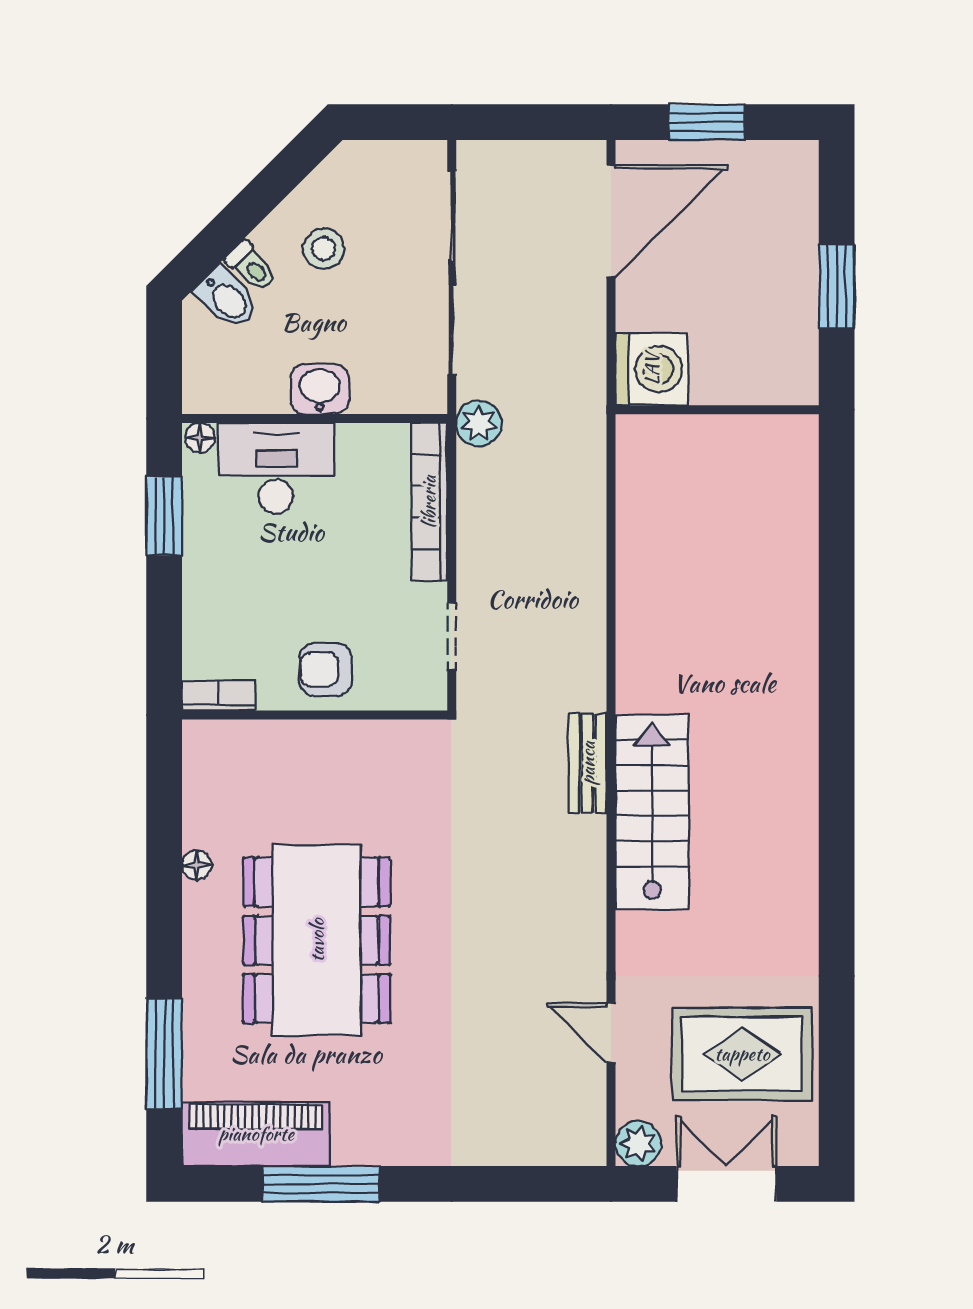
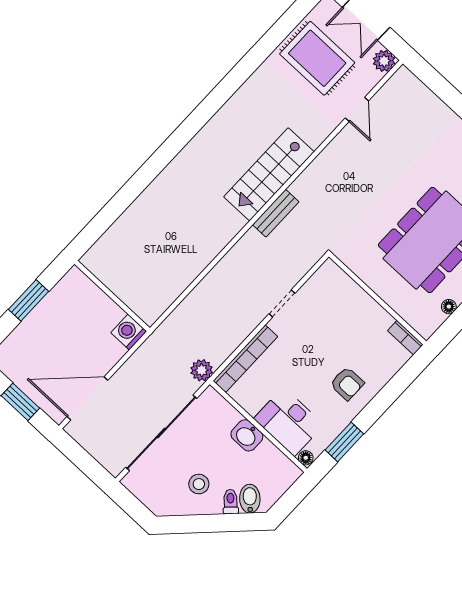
washing machine: (652, 369) -> (129, 332), width x0.73, depth x0.73
armchair: (326, 669) -> (347, 384), moved
bookcase: (219, 696) -> (405, 338), moved
wall: (315, 715) -> (378, 299), moved

